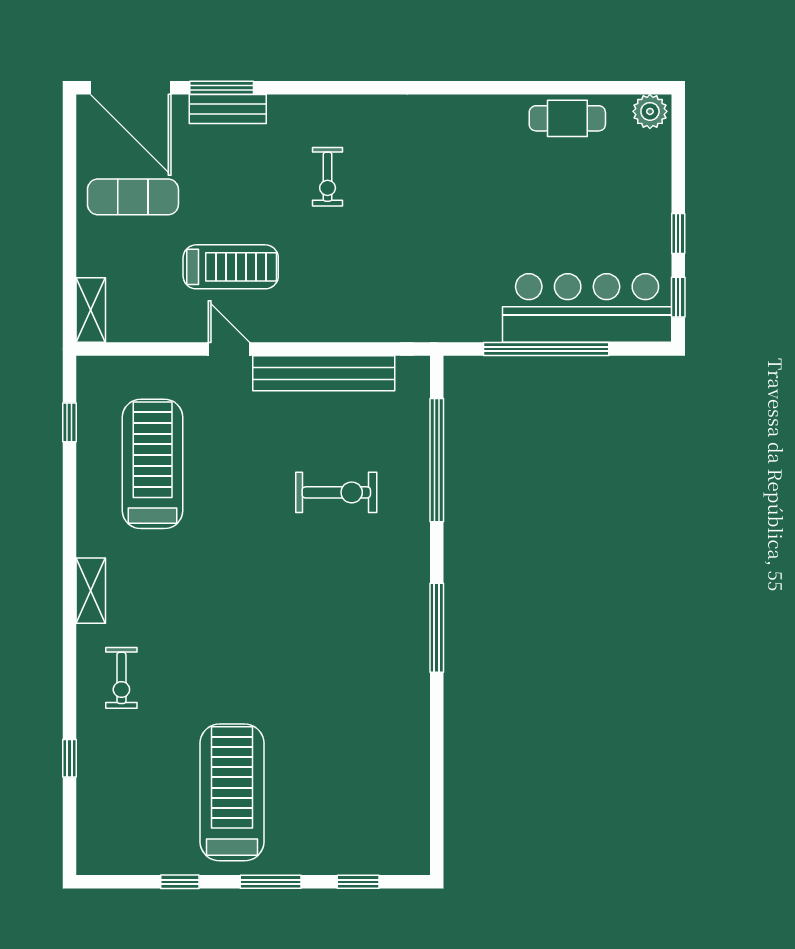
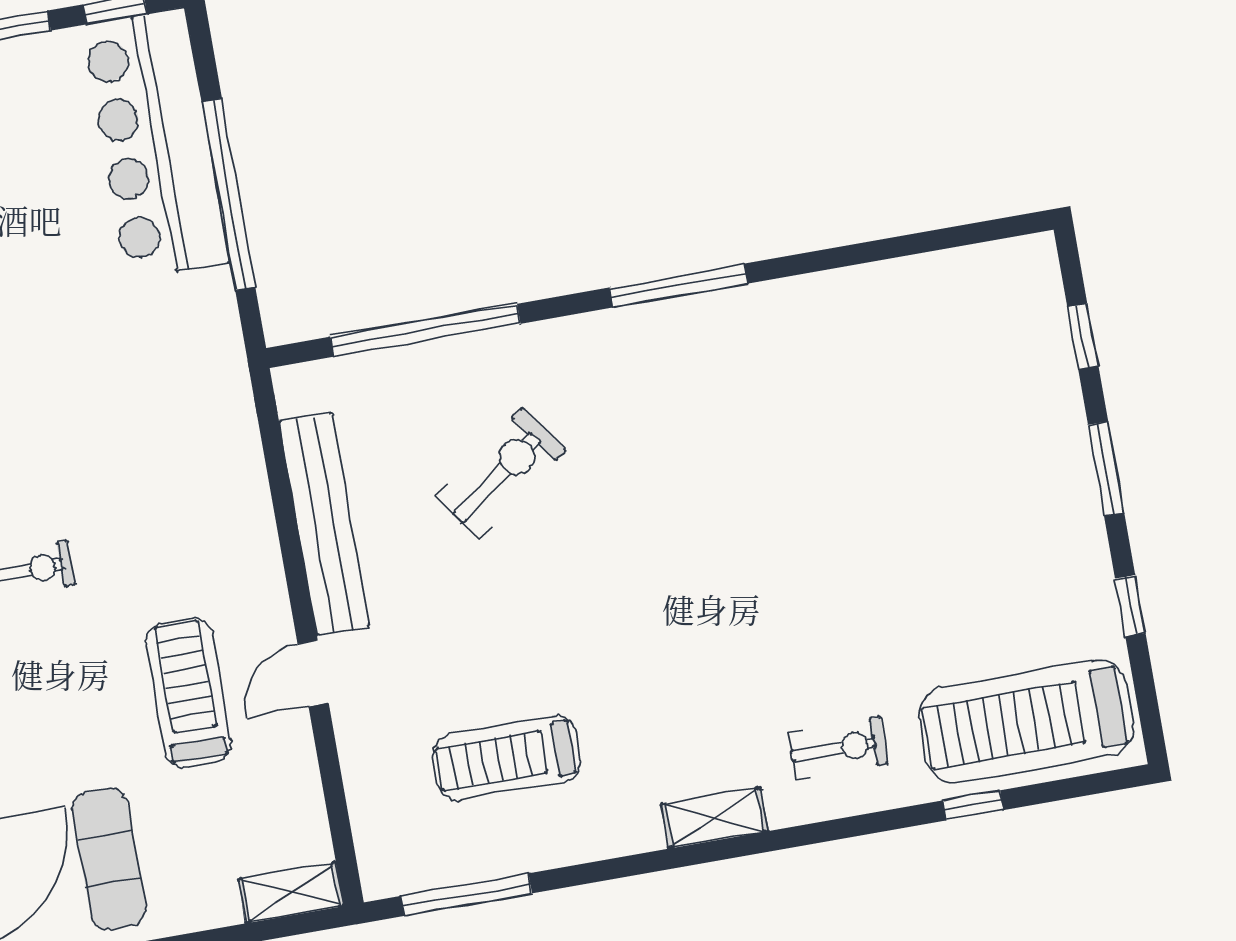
window: (69, 422) -> (466, 895), width x2.17
treadmill: (153, 464) -> (507, 758), width x0.73, depth x0.73
exercise bike: (336, 492) -> (501, 473), turned 54
treadmill: (232, 792) -> (1026, 721), moved

